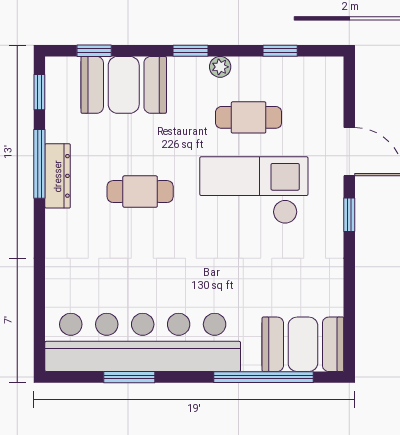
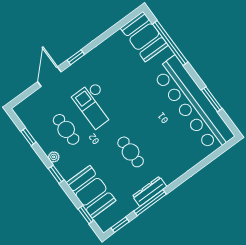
checkout: (254, 190) -> (95, 105), width x0.73, depth x0.83

